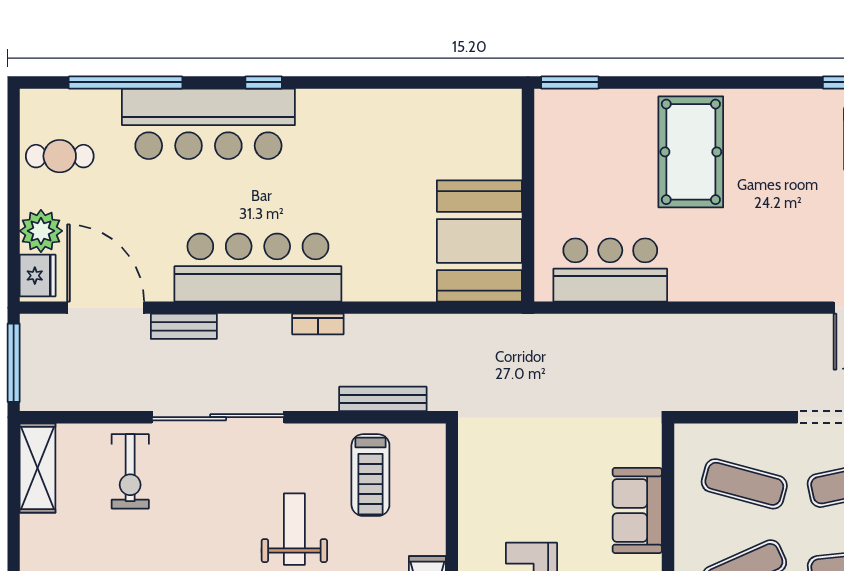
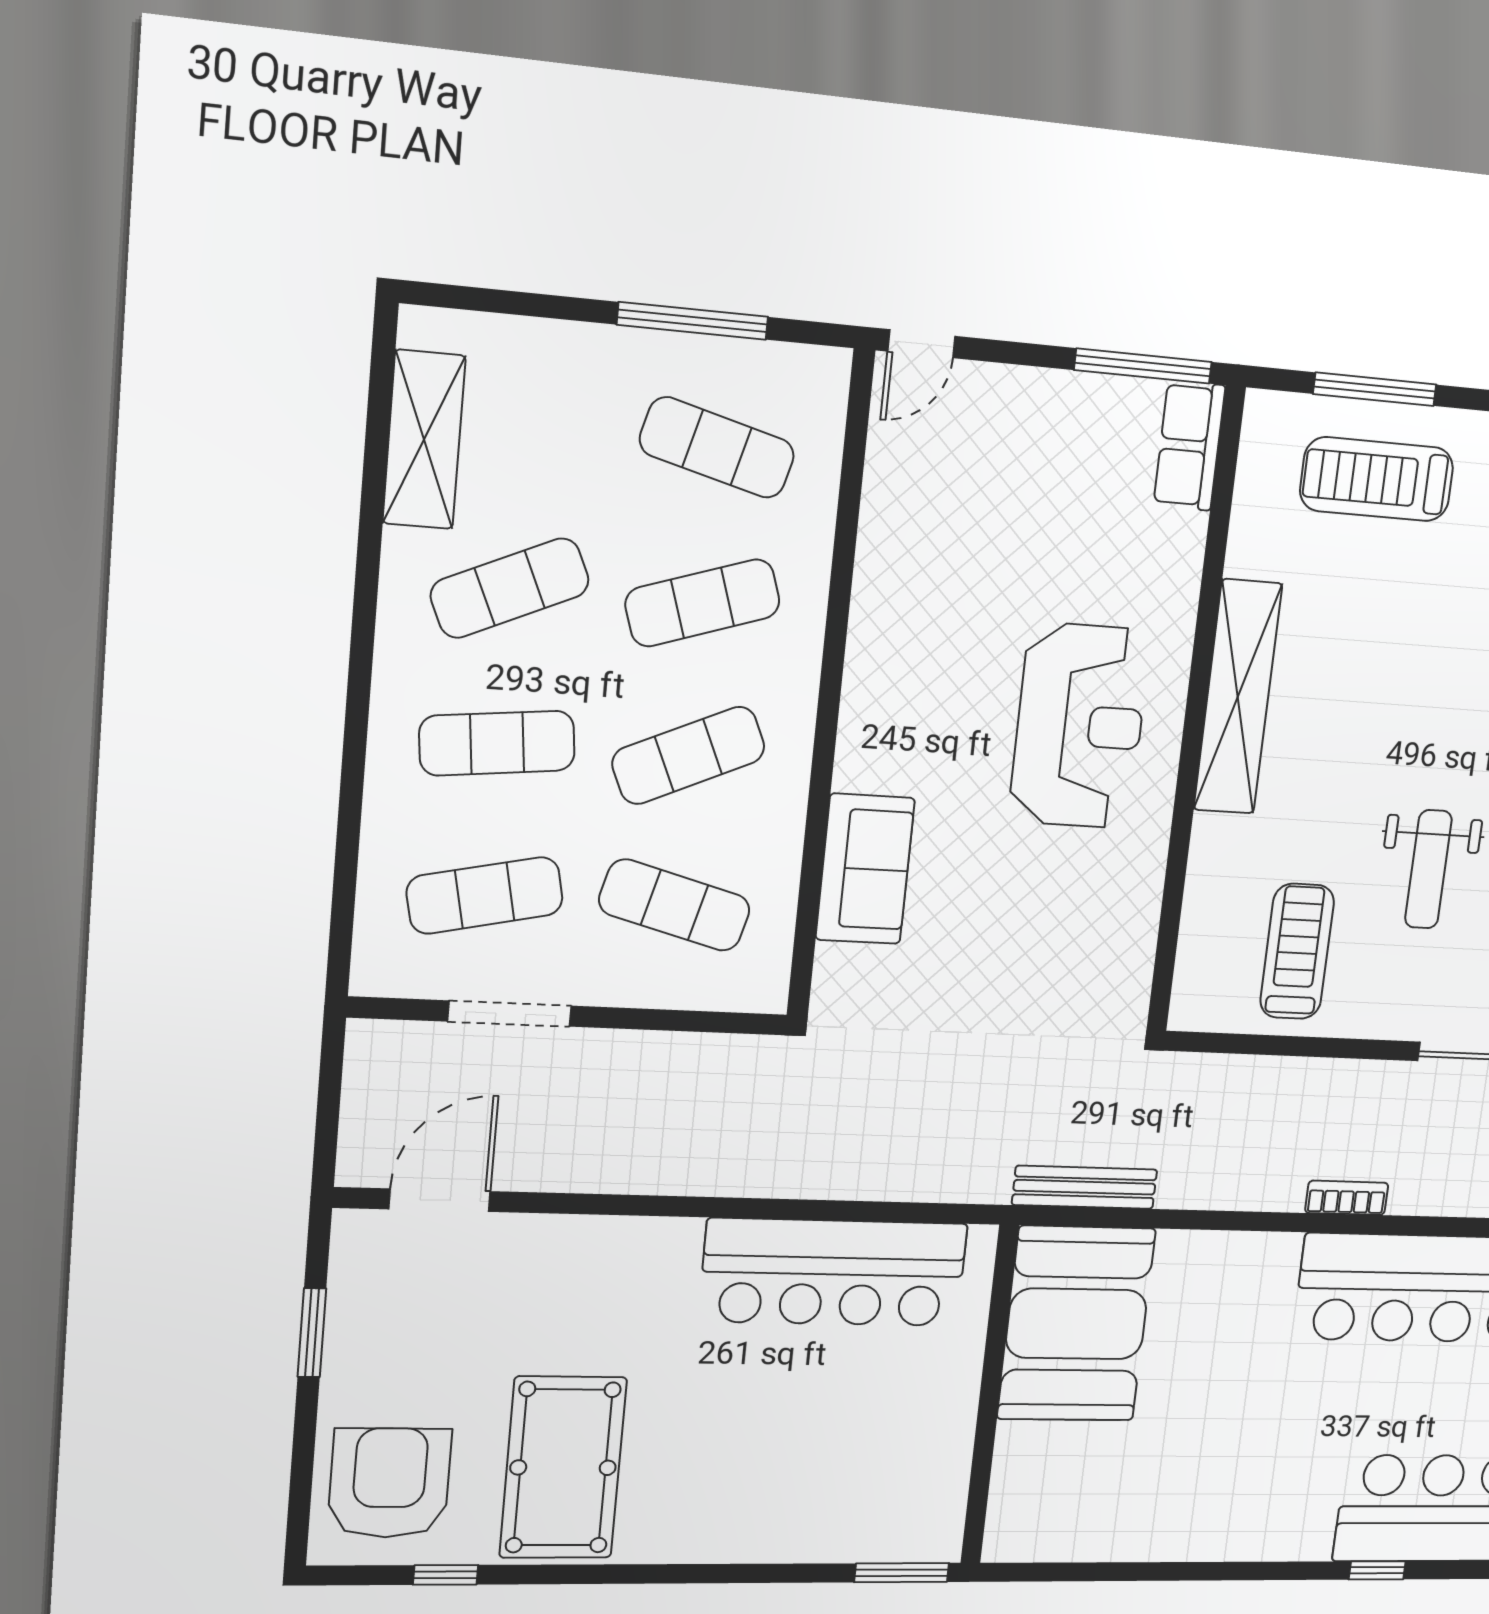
pool table: (691, 152) -> (563, 1468), moved
bar counter: (610, 270) -> (834, 1272), width x1.36
bench: (383, 399) -> (1085, 1187), moved

